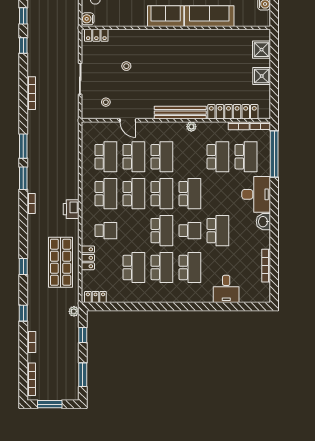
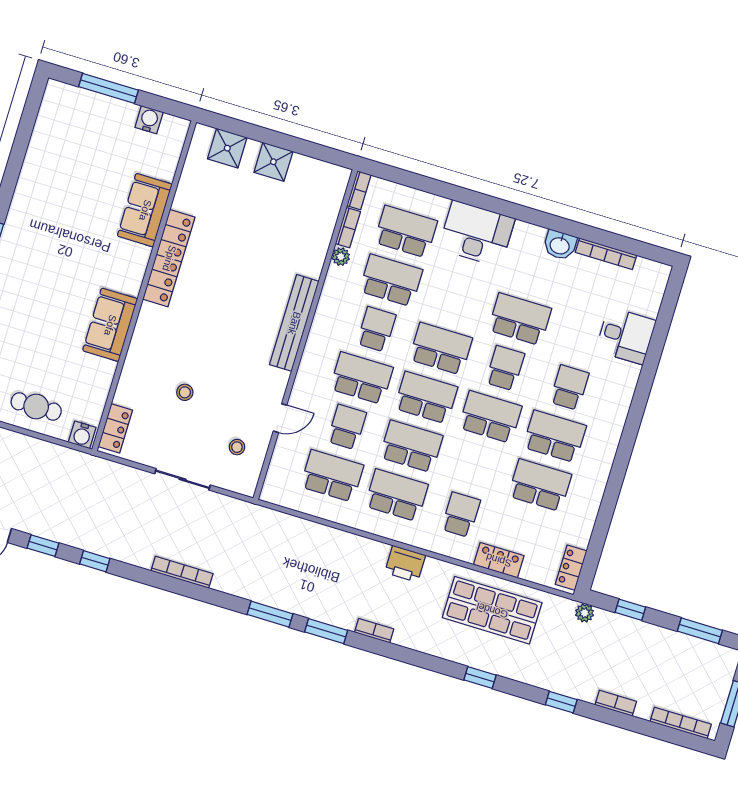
sofa: (166, 16) -> (110, 325), moved
sofa: (209, 16) -> (145, 210), width x0.73
locker: (233, 112) -> (169, 258), moved, turned 180
plant: (191, 127) -> (341, 257), moved
window: (274, 154) -> (416, 181), removed
school desk: (134, 157) -> (347, 427), width x0.54
school desk: (190, 157) -> (376, 329), added
washbasin: (263, 222) -> (560, 245), moved
school desk: (190, 268) -> (569, 388), width x0.54

